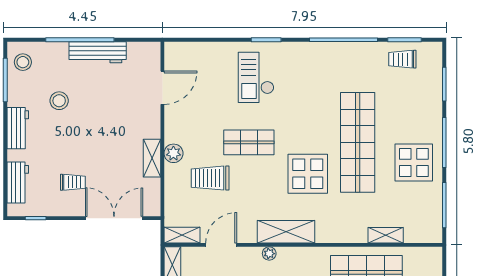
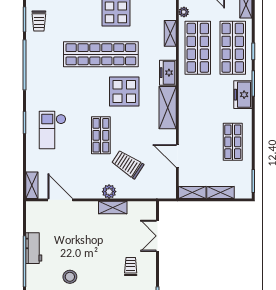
workbench: (98, 52) -> (34, 248), width x0.73
checkout: (256, 77) -> (53, 130), turned 90
trolley: (210, 178) -> (128, 164), turned 123
double door: (114, 218) -> (157, 236), width x0.73
freezer: (333, 232) -> (168, 73), added
shelving: (182, 235) -> (32, 185), moved
plant: (269, 254) -> (184, 12), moved

